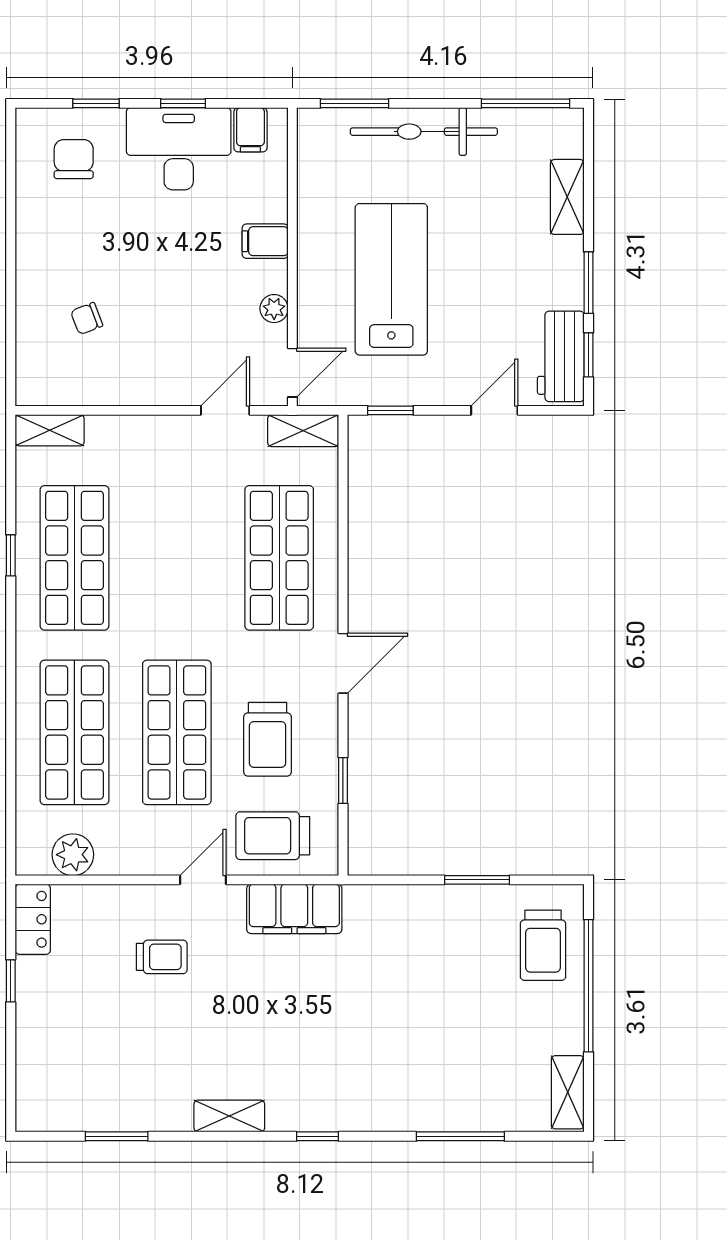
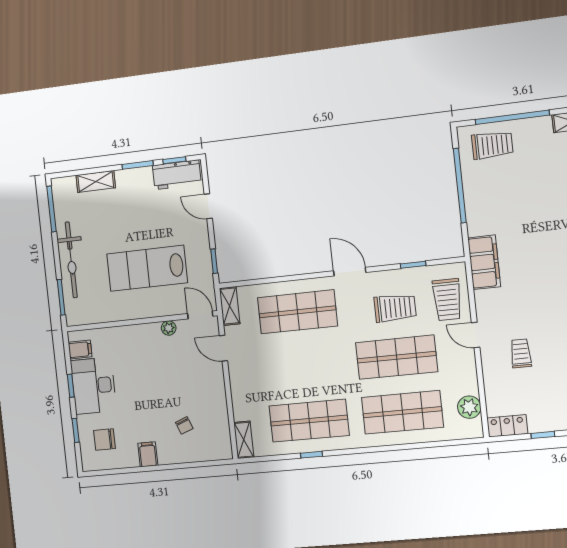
filing cabinet: (265, 241) -> (148, 454), moved, turned 180
window: (477, 880) -> (460, 186), width x2.11
filing cabinet: (294, 909) -> (484, 262), moved

